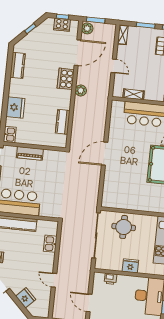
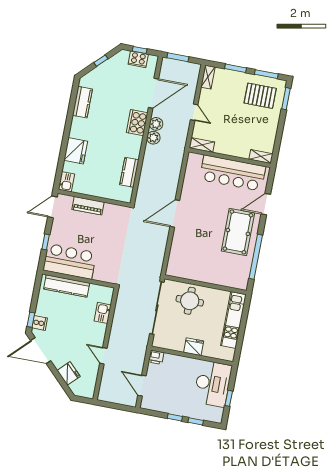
plant: (87, 28) -> (156, 124), moved
shelving: (134, 94) -> (202, 145), moved
printer: (111, 279) -> (156, 357), moved

